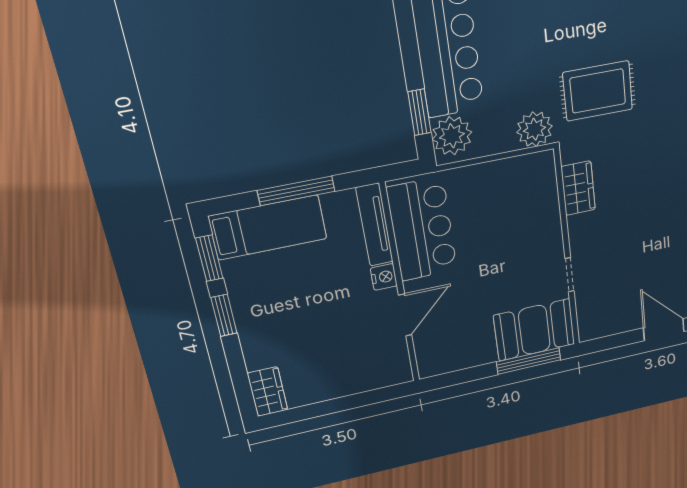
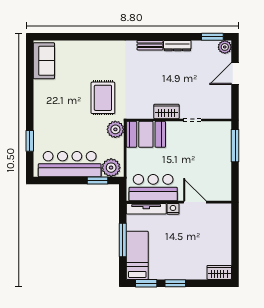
wardrobe: (578, 188) -> (166, 111), moved
booth: (534, 330) -> (146, 134), moved, turned 90

